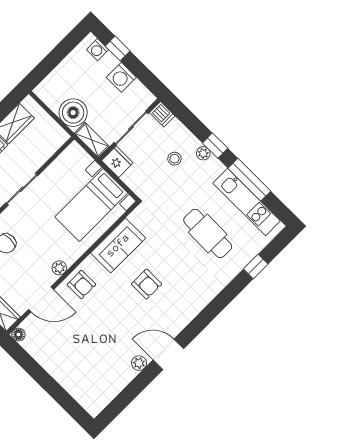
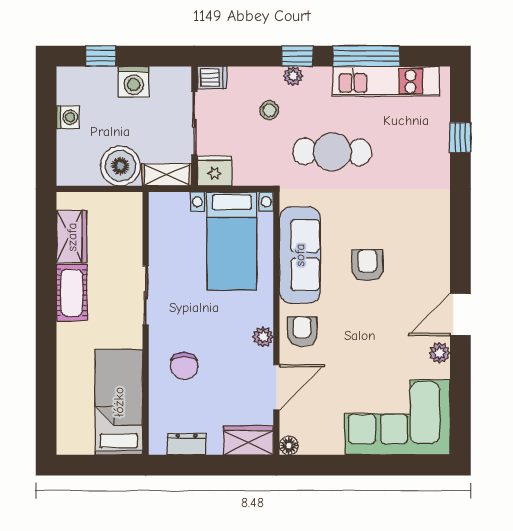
washing machine: (97, 50) -> (68, 117), moved, turned -90
cafe table: (208, 233) -> (332, 152), moved
sofa: (118, 246) -> (300, 255), width x1.36
armchair: (81, 284) -> (302, 331), turned -90
armchair: (147, 284) -> (368, 265), turned -90
corner sofa: (86, 374) -> (397, 417), added

